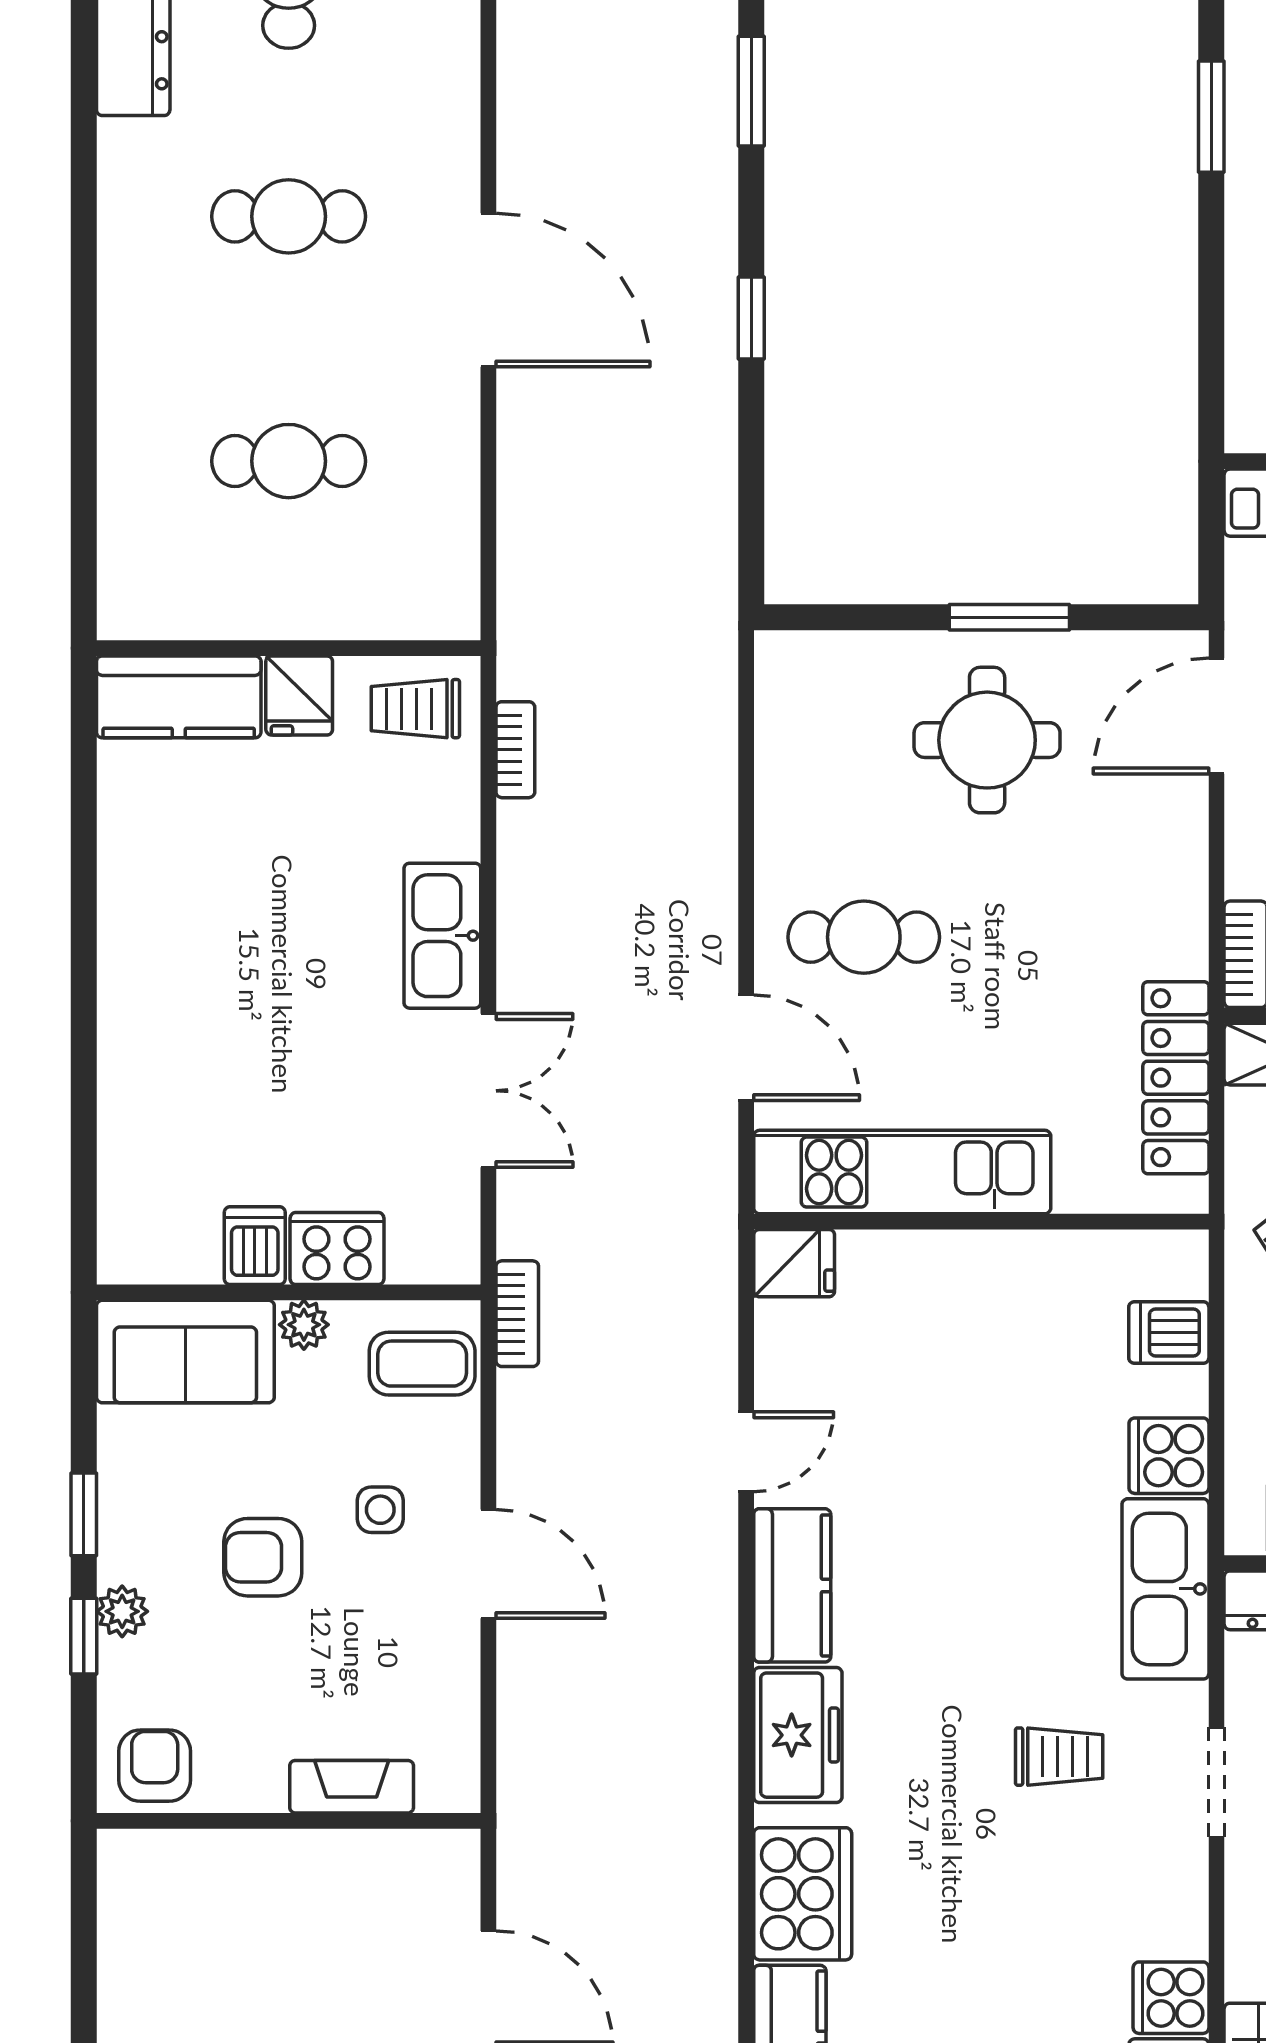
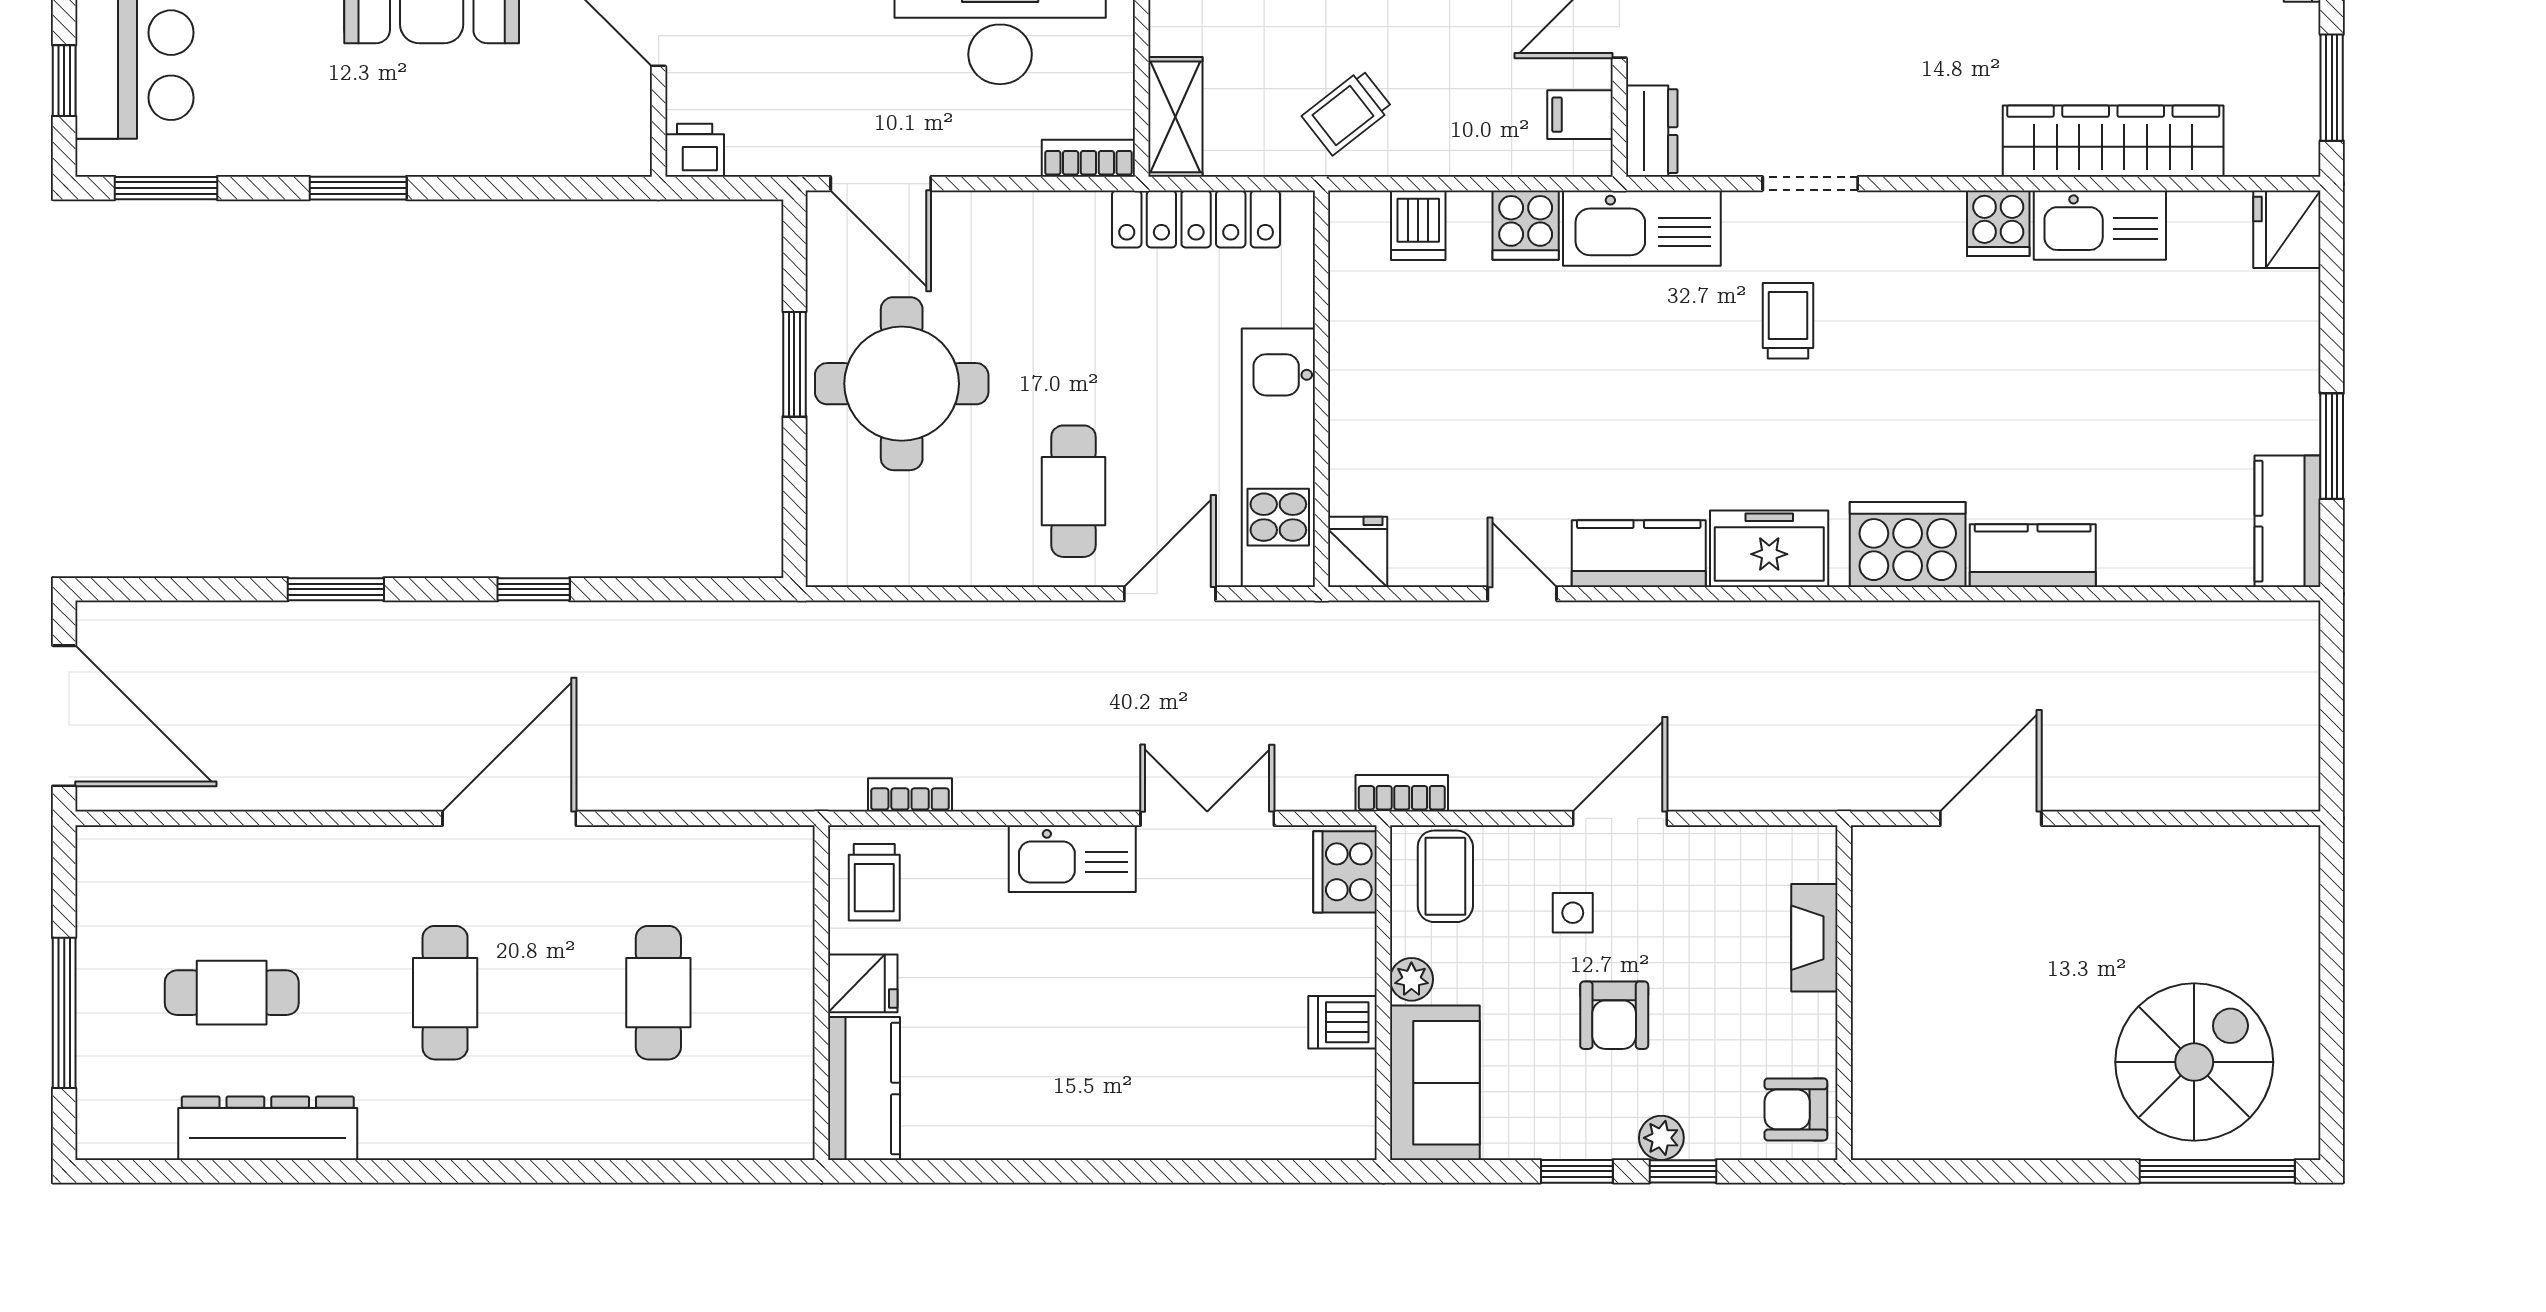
round table: (987, 740) -> (902, 384), width x1.36, depth x1.36
cooker: (337, 1249) -> (1345, 872), moved

